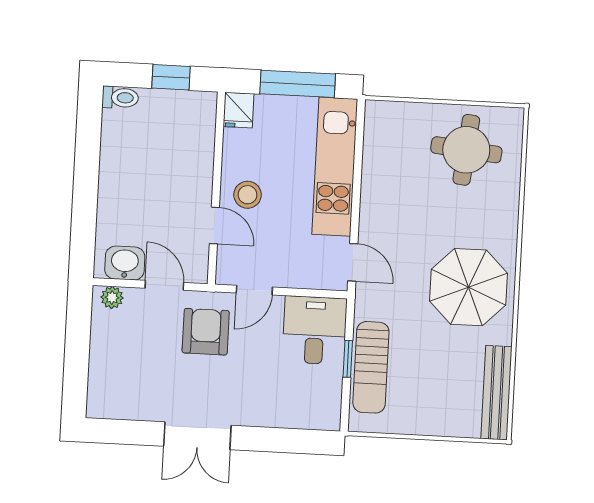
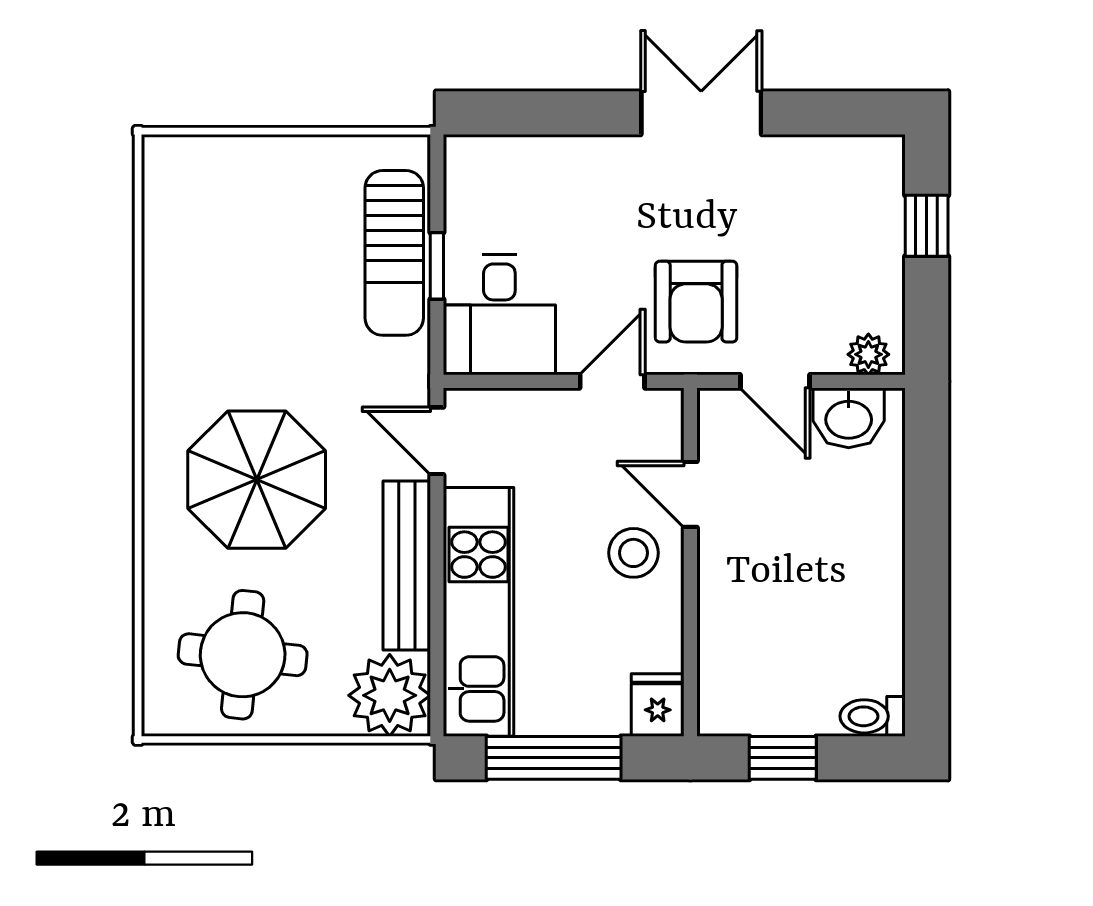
plant: (386, 123) -> (390, 695), added
parasol: (468, 287) -> (257, 480), moved
window: (76, 367) -> (927, 226), added
sun lounger: (371, 367) -> (394, 253), turned 180
bench: (496, 393) -> (407, 565), moved

